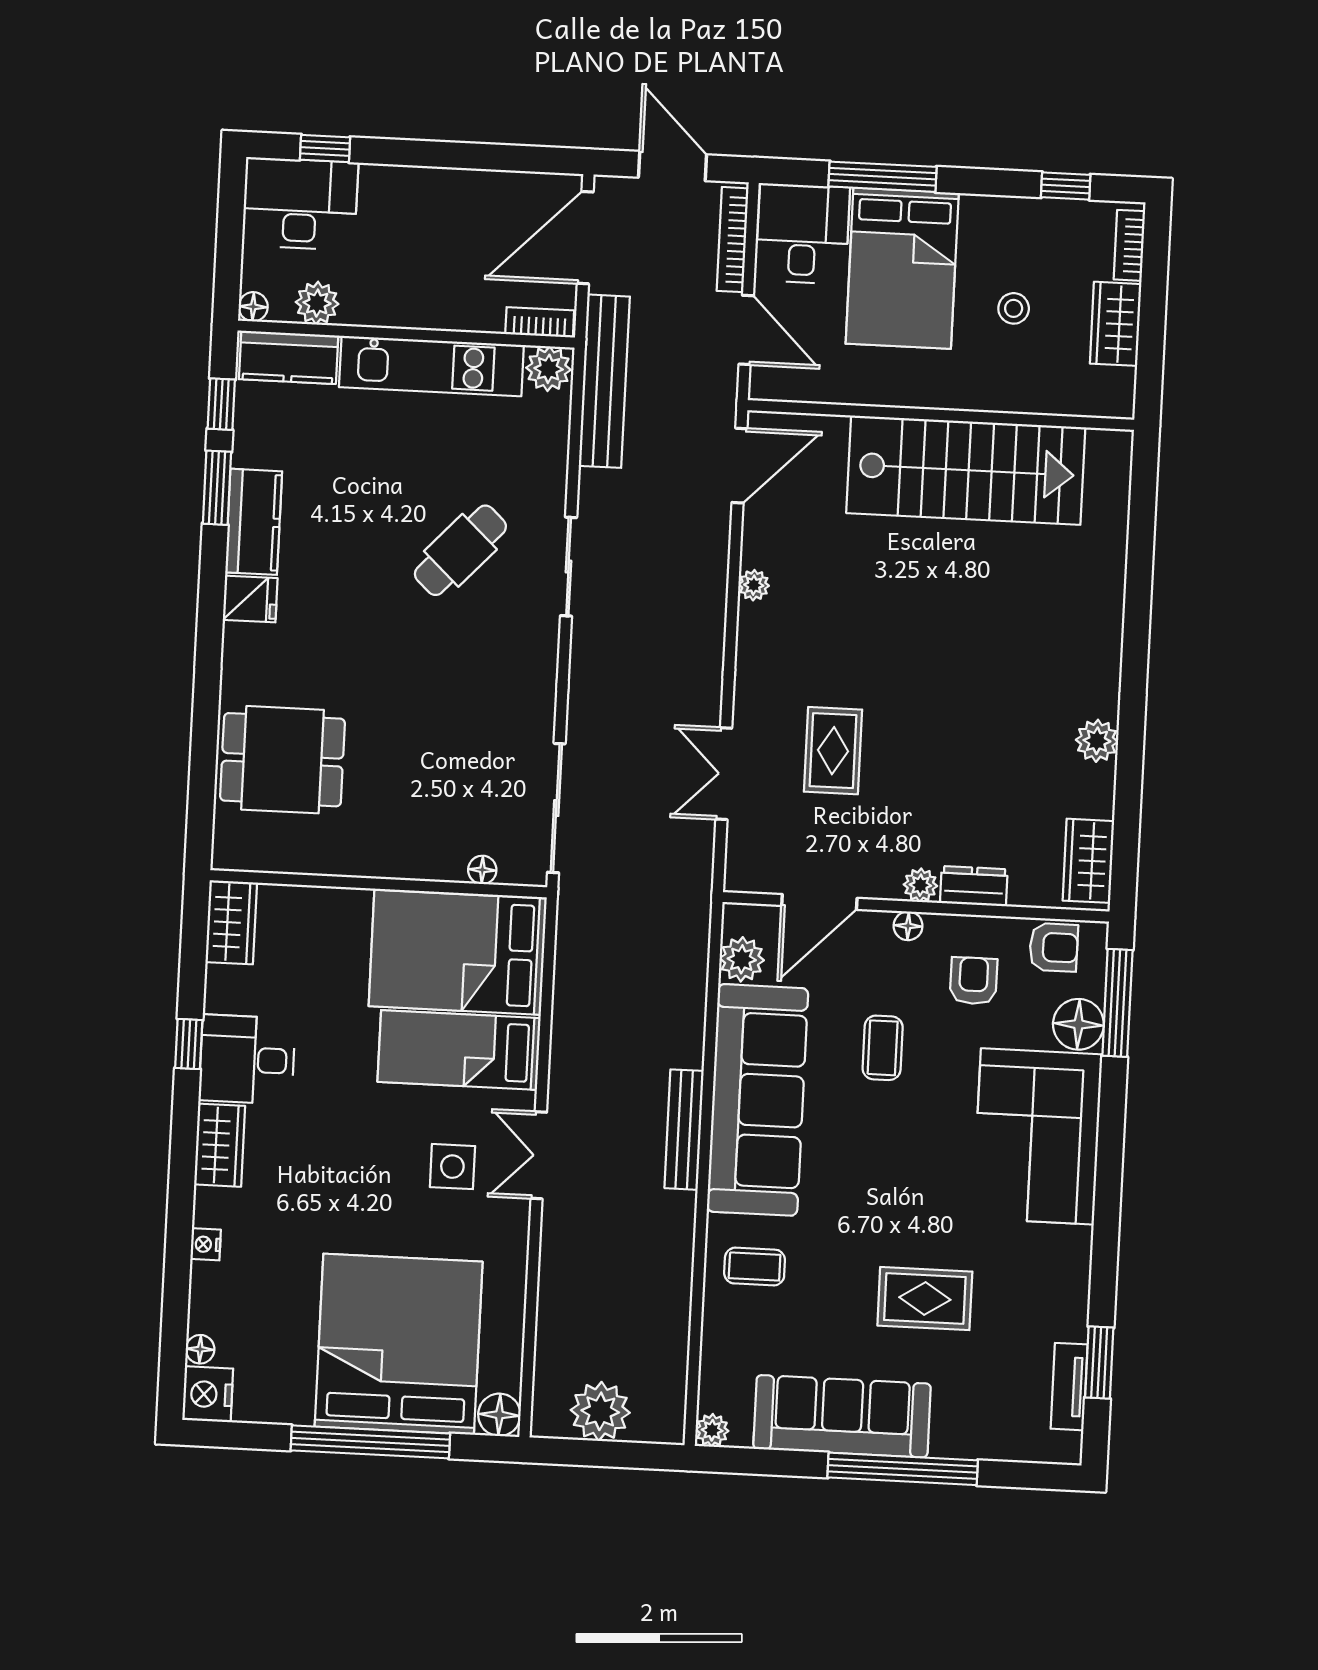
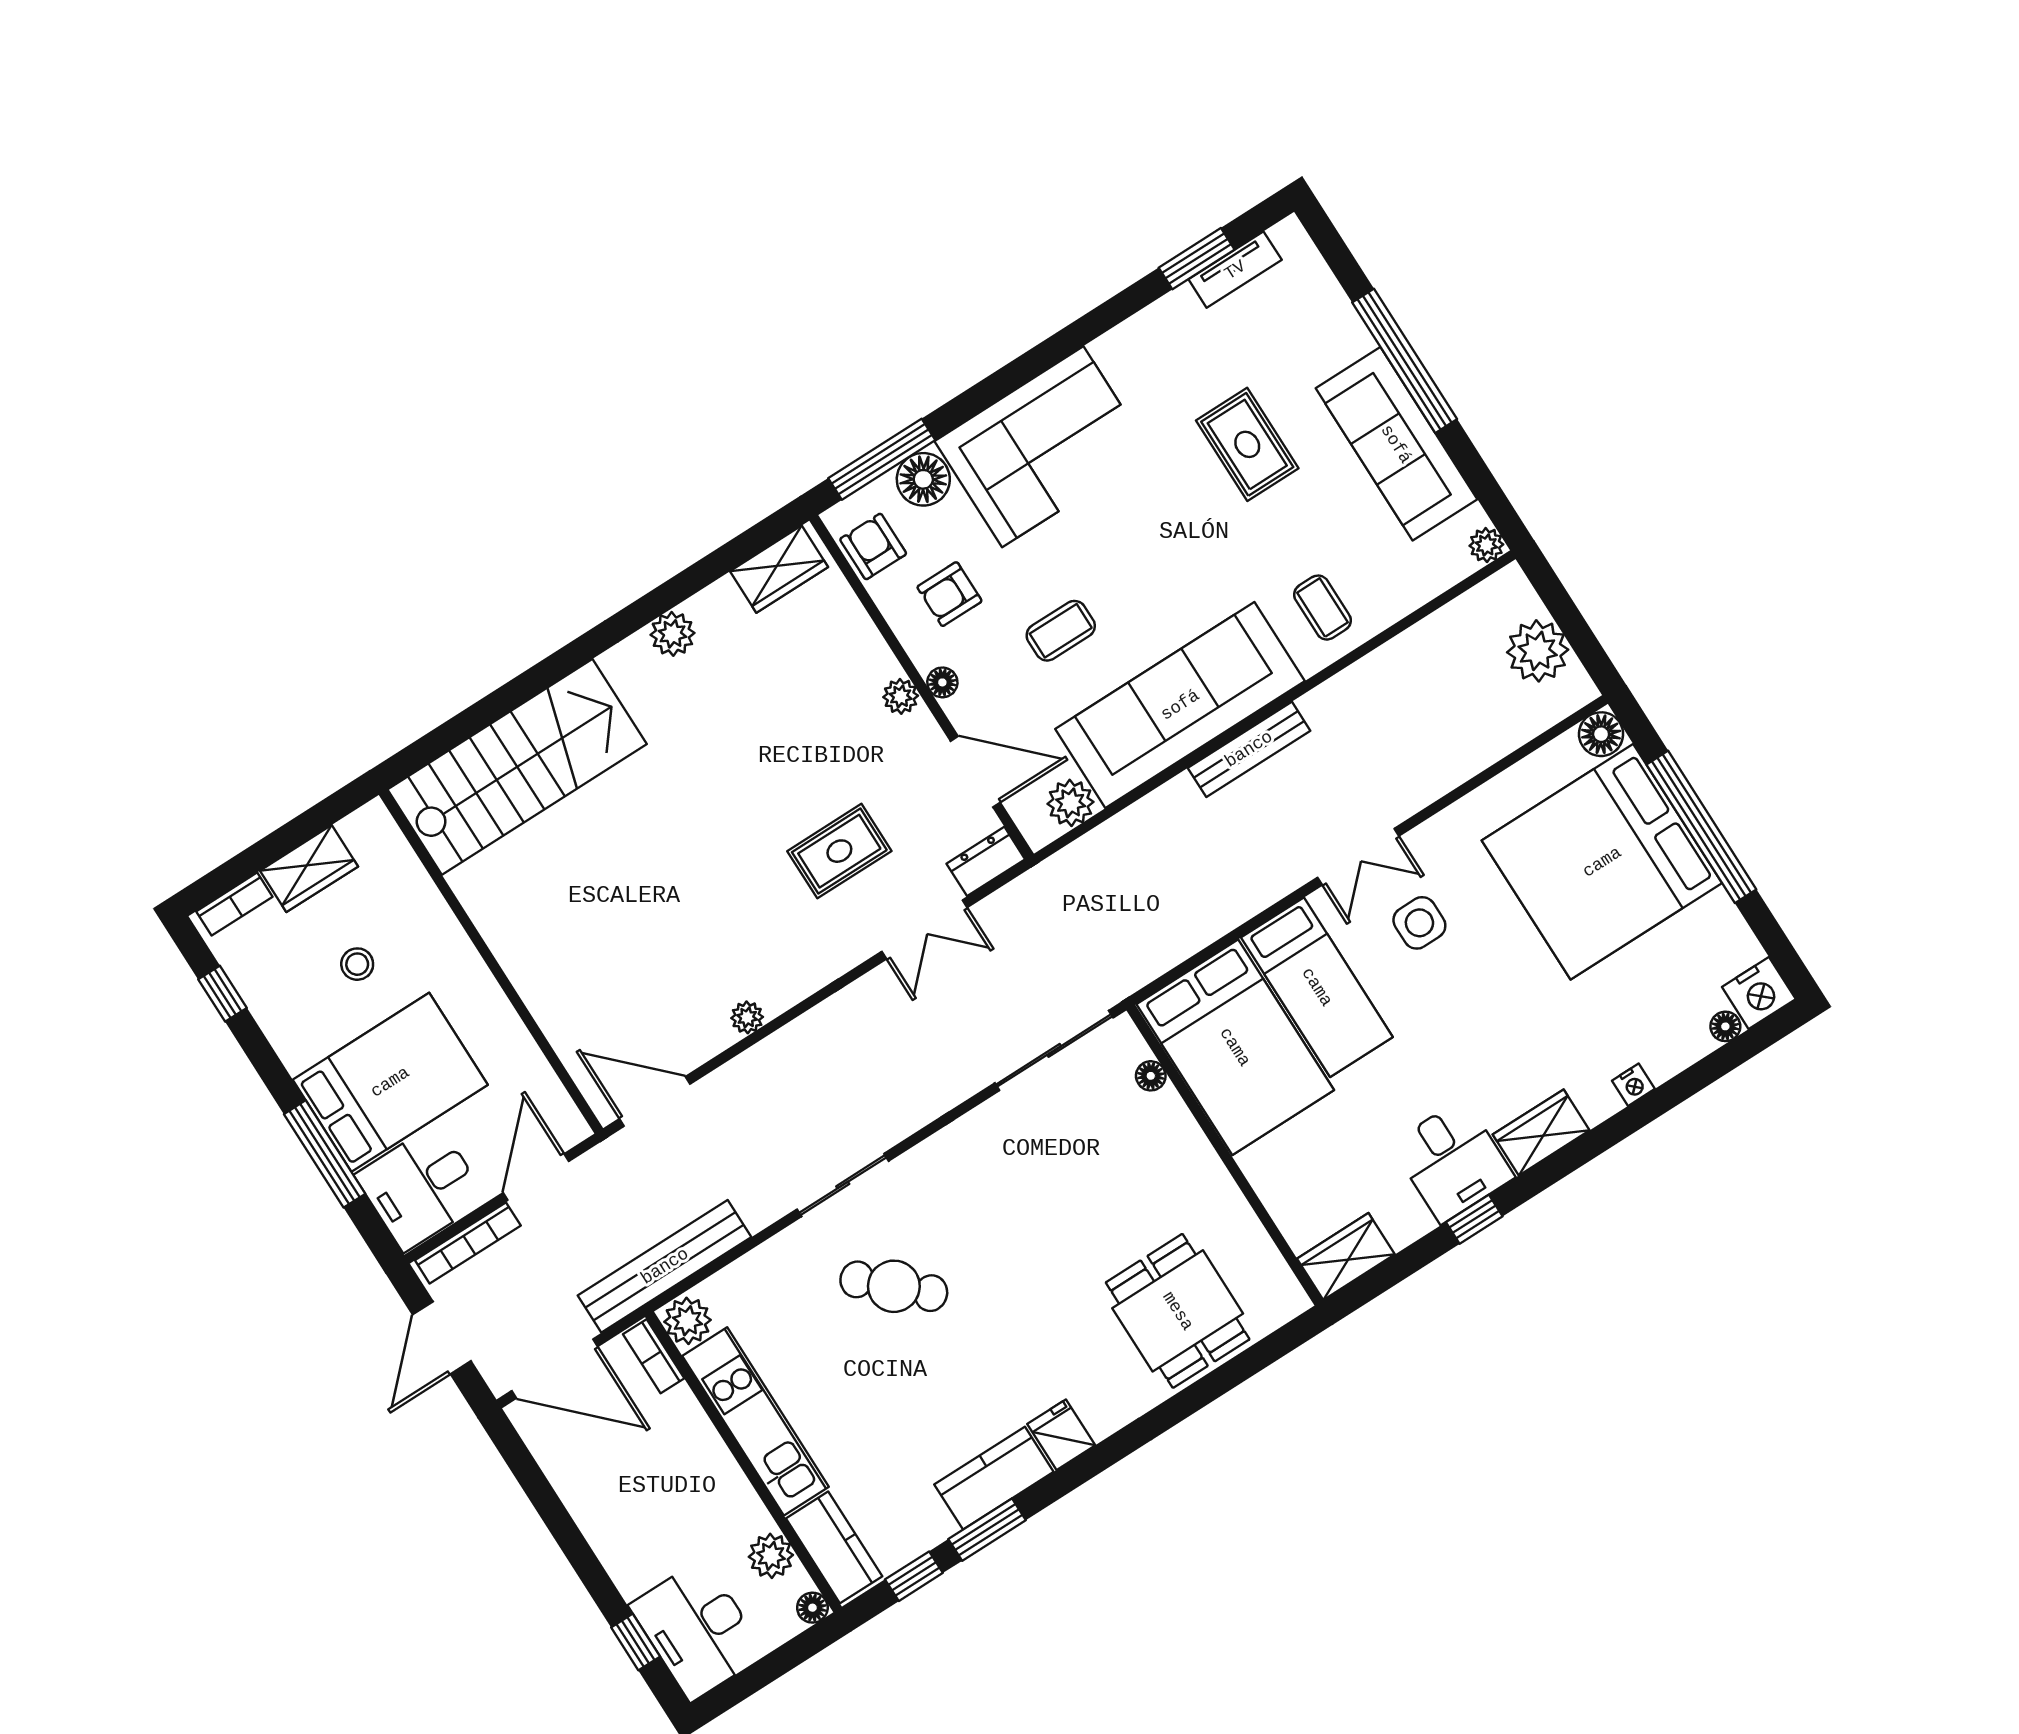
stairs: (966, 470) -> (517, 767), moved, turned 90
dresser: (974, 886) -> (986, 861), moved, turned 90

